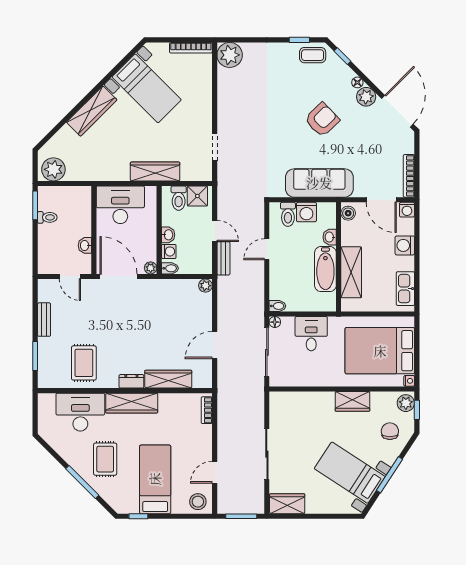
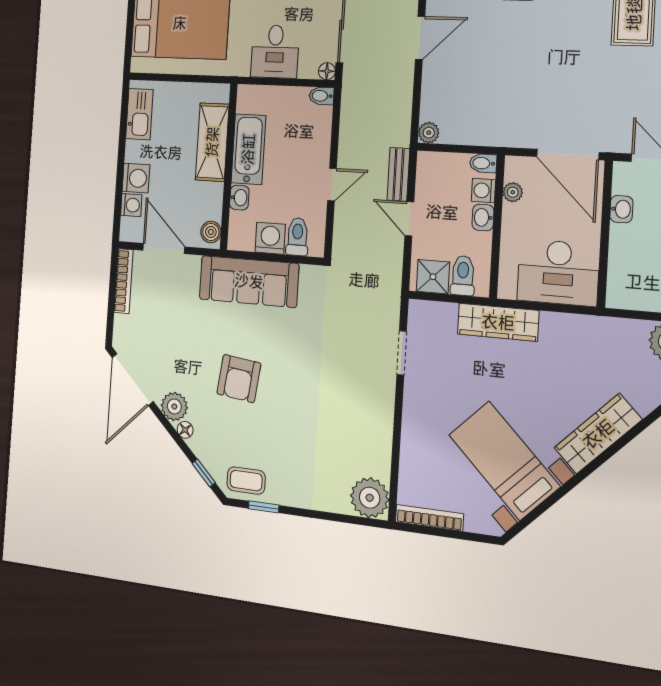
armchair: (322, 120) -> (239, 379), turned -39
washing machine: (407, 210) -> (131, 205), moved, turned 90
plant: (151, 268) -> (513, 192), moved

